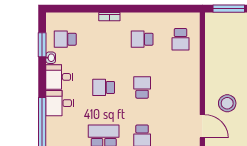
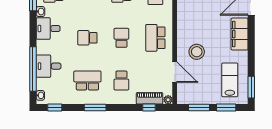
school desk: (181, 87) -> (155, 38), added
desk: (60, 103) -> (49, 66), moved

